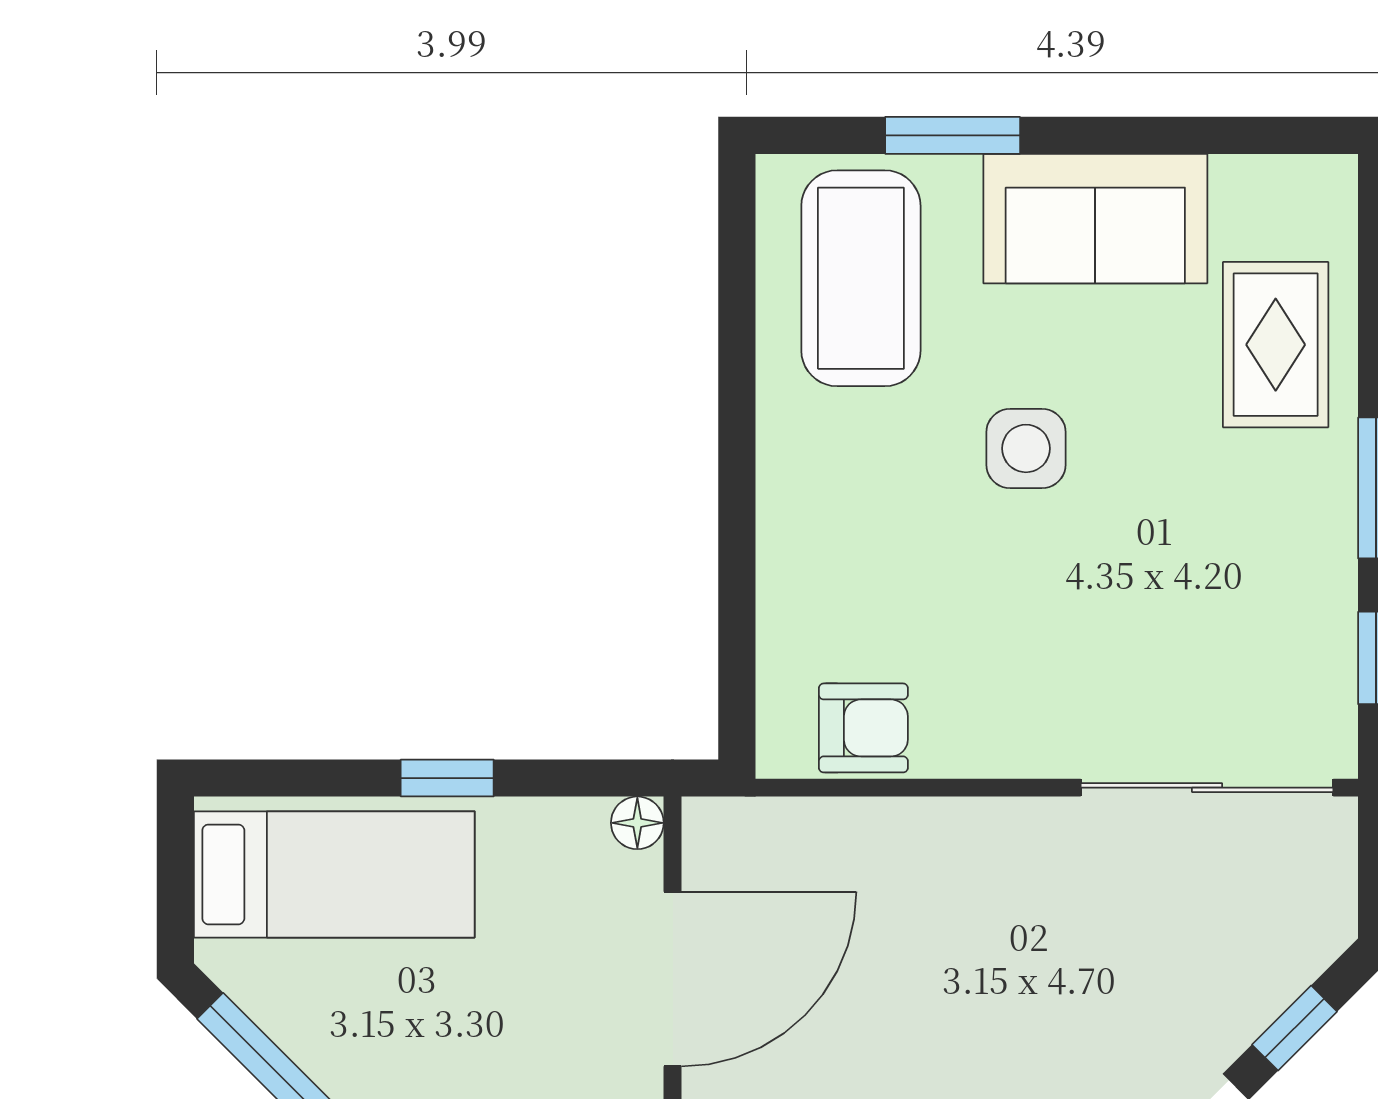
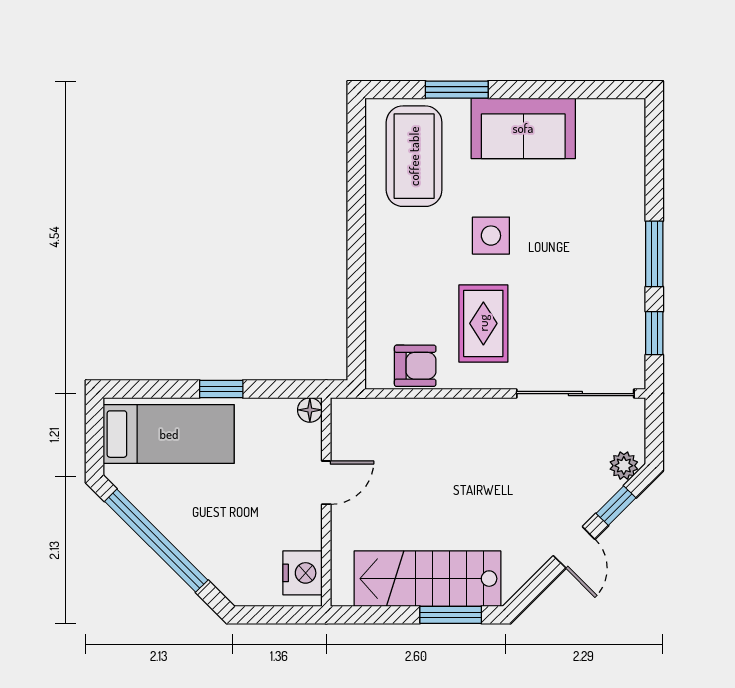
rug: (1276, 345) -> (483, 323), moved
plant: (1311, 942) -> (624, 466), added
door: (673, 979) -> (326, 483), width x0.53

